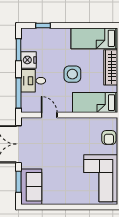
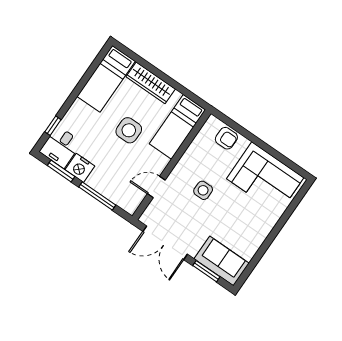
desk: (33, 81) -> (61, 147), moved
window: (19, 93) -> (97, 196), moved
side table: (67, 145) -> (203, 190), added

